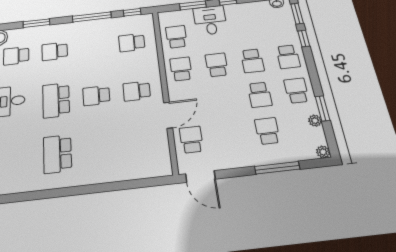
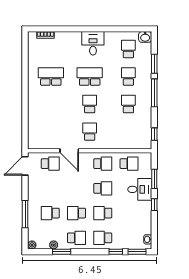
window: (92, 17) -> (154, 93), moved
school desk: (132, 43) -> (128, 104), moved
school desk: (267, 131) -> (50, 213), turned 180

